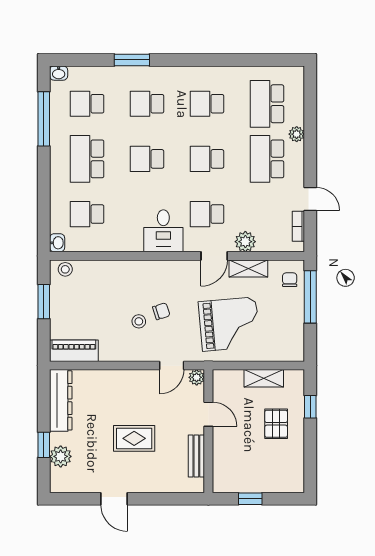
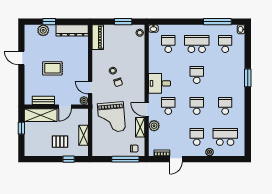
window: (132, 60) -> (248, 78), moved
school desk: (147, 104) -> (225, 75), removed
school desk: (267, 159) -> (197, 137), width x0.54
rug: (134, 438) -> (52, 68), turned 90
shelving: (225, 461) -> (41, 115), added
door: (114, 499) -> (21, 58), hinge flipped

